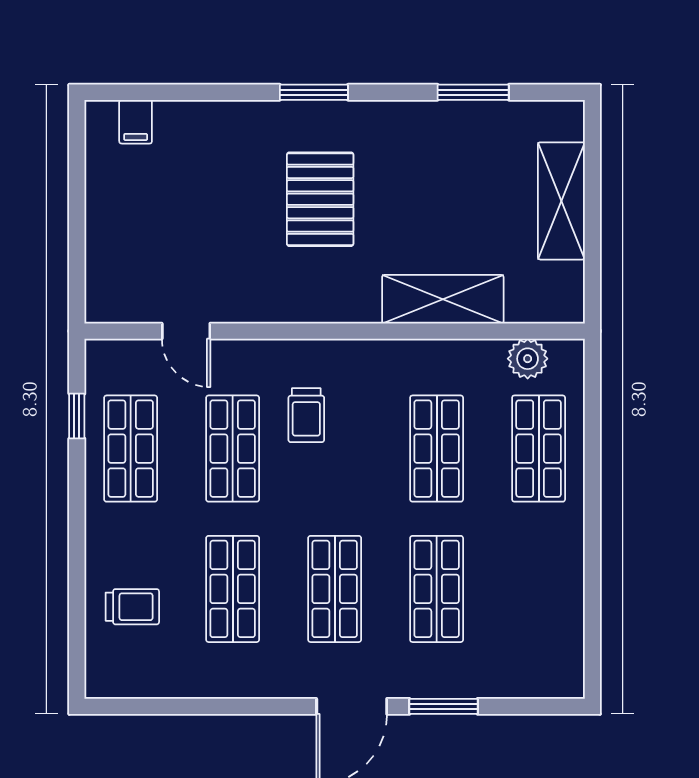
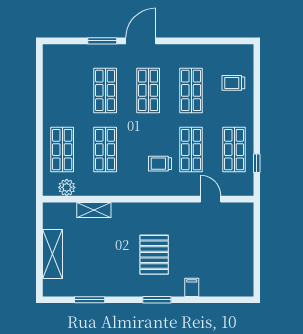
filing cabinet: (136, 122) -> (192, 287), moved
shelving: (443, 299) -> (94, 210), width x0.67, depth x0.75
trolley: (306, 415) -> (160, 164), turned -90

